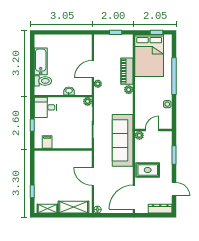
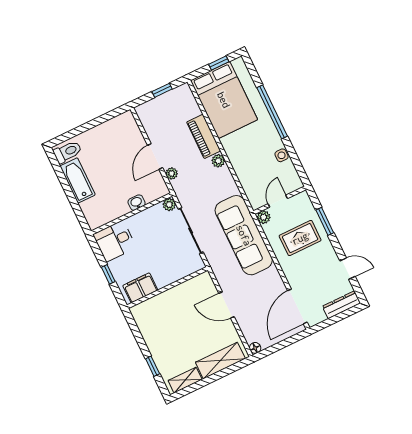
toilet: (43, 81) -> (68, 152), moved
filing cabinet: (47, 142) -> (140, 288), width x2.00
rug: (148, 170) -> (300, 238), moved

